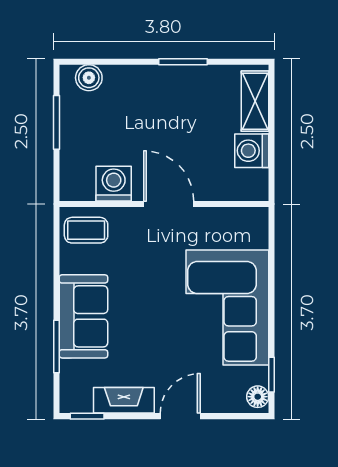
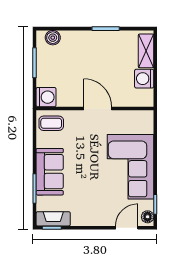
washing machine: (114, 184) -> (46, 97), moved, turned 90
fireplace: (124, 400) -> (53, 219), moved
door: (180, 416) -> (127, 228), moved

